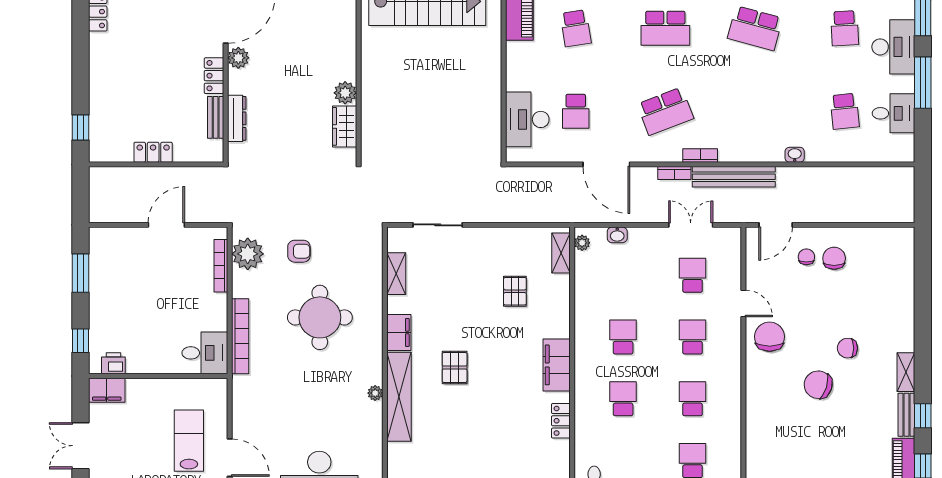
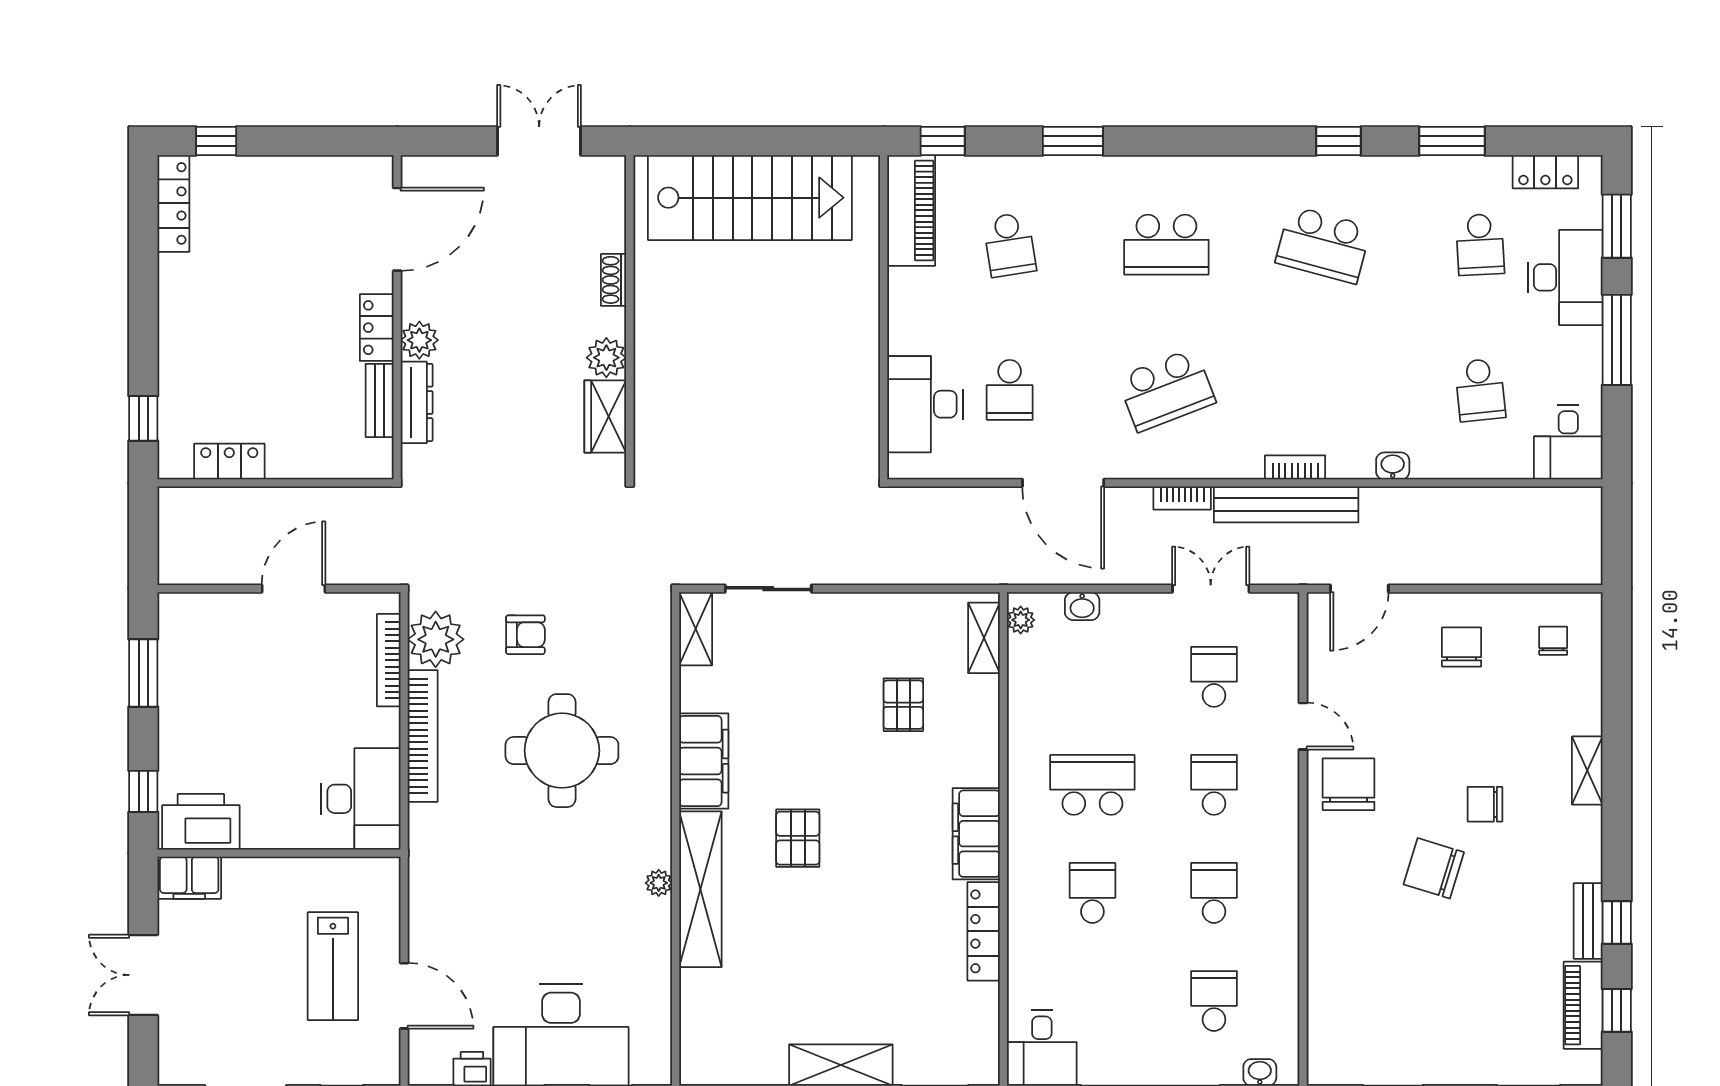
shoe rack: (349, 48) -> (614, 280), added
plant: (238, 58) -> (419, 340), moved
desk: (894, 113) -> (1568, 442), moved, turned 90
locker: (153, 152) -> (229, 462), moved
bookcase: (700, 156) -> (1295, 467), moved
chair: (806, 257) -> (1553, 641), moved
shelving: (396, 274) -> (696, 629), moved
filing cabinet: (399, 332) -> (704, 761), width x1.50, depth x1.17
bookcase: (240, 336) -> (423, 736), moved
school desk: (623, 337) -> (1092, 785), width x1.85
desk: (205, 353) -> (361, 799), width x1.37
printer: (113, 363) -> (201, 822), width x1.87, depth x1.48
shelving: (906, 372) -> (1587, 770), moved
locker: (561, 421) -> (984, 931), width x1.53
lab bench: (189, 441) -> (333, 966), turned 180

